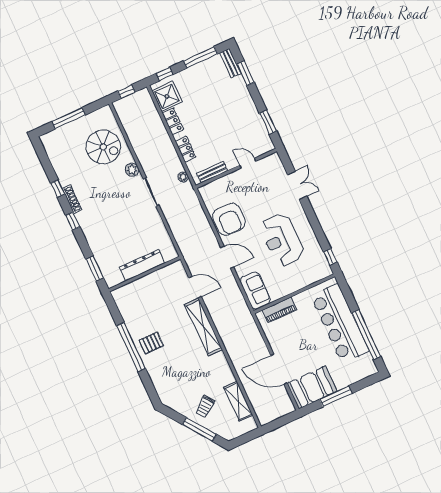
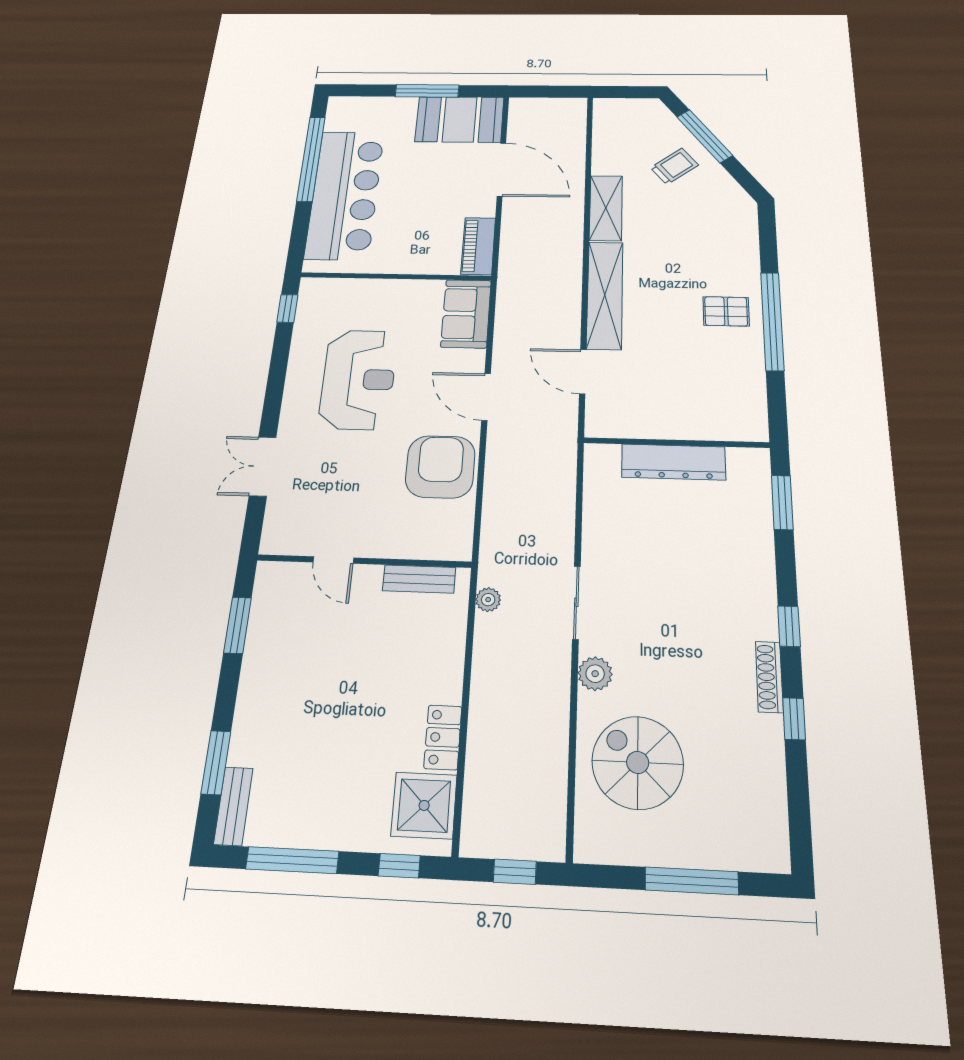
locker: (185, 149) -> (449, 659), removed
piano: (279, 310) -> (478, 246), moved, turned -90
shelving: (238, 401) -> (606, 208), moved

